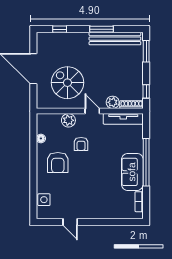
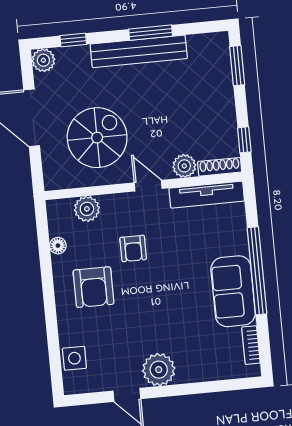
plant: (43, 38) -> (43, 60), added
bench: (115, 39) -> (139, 51), moved
spiral stairs: (67, 83) -> (97, 138), turned 90
plant: (68, 120) -> (87, 209), moved
plant: (88, 210) -> (159, 370), added

